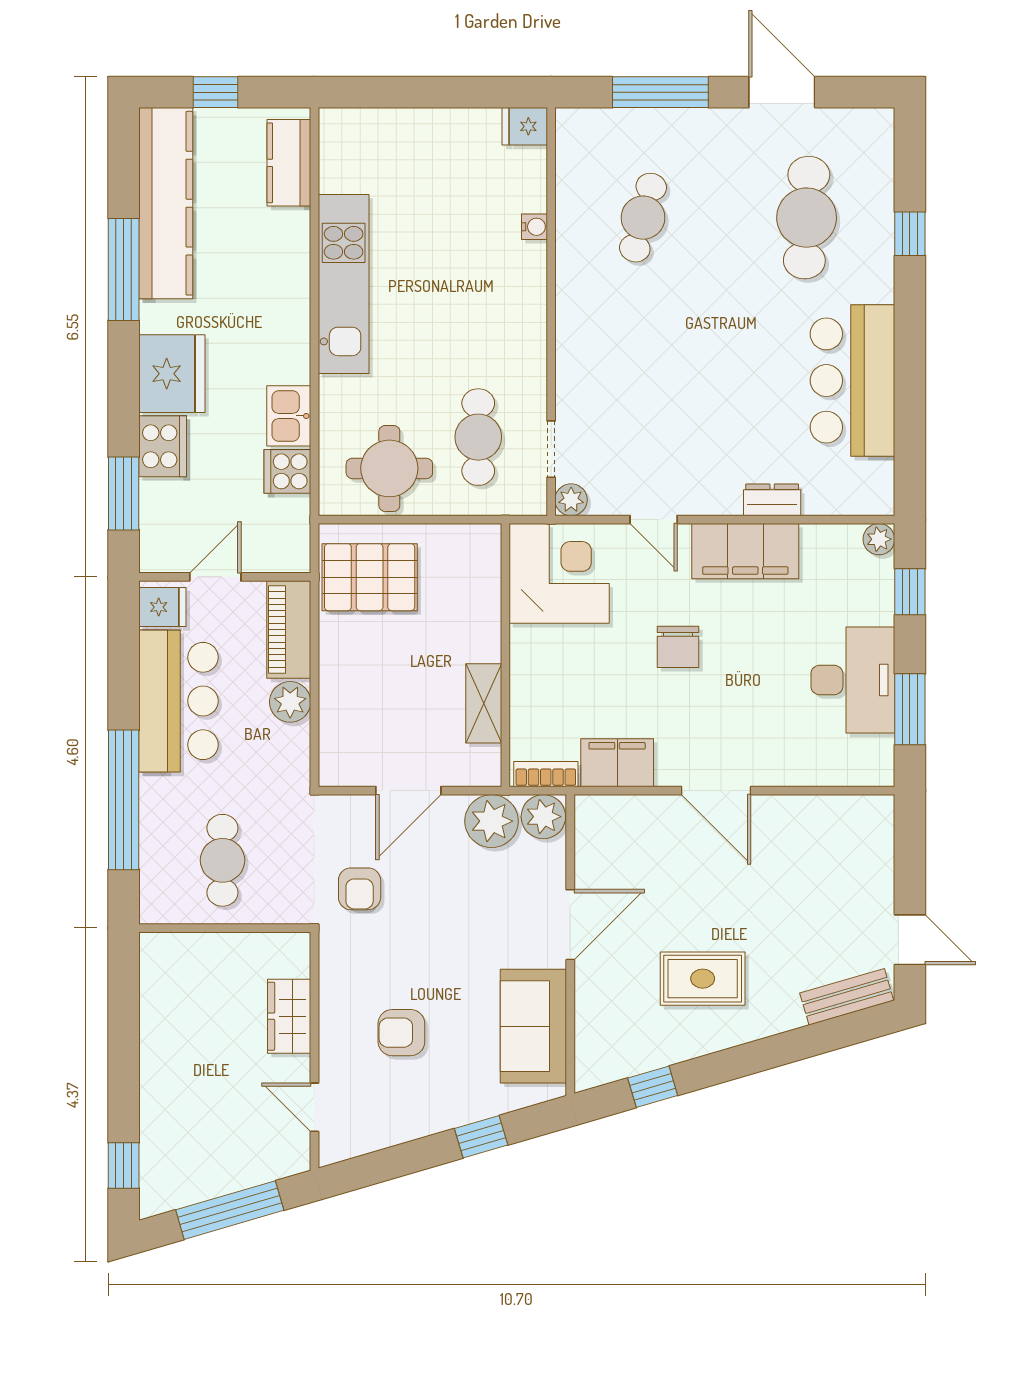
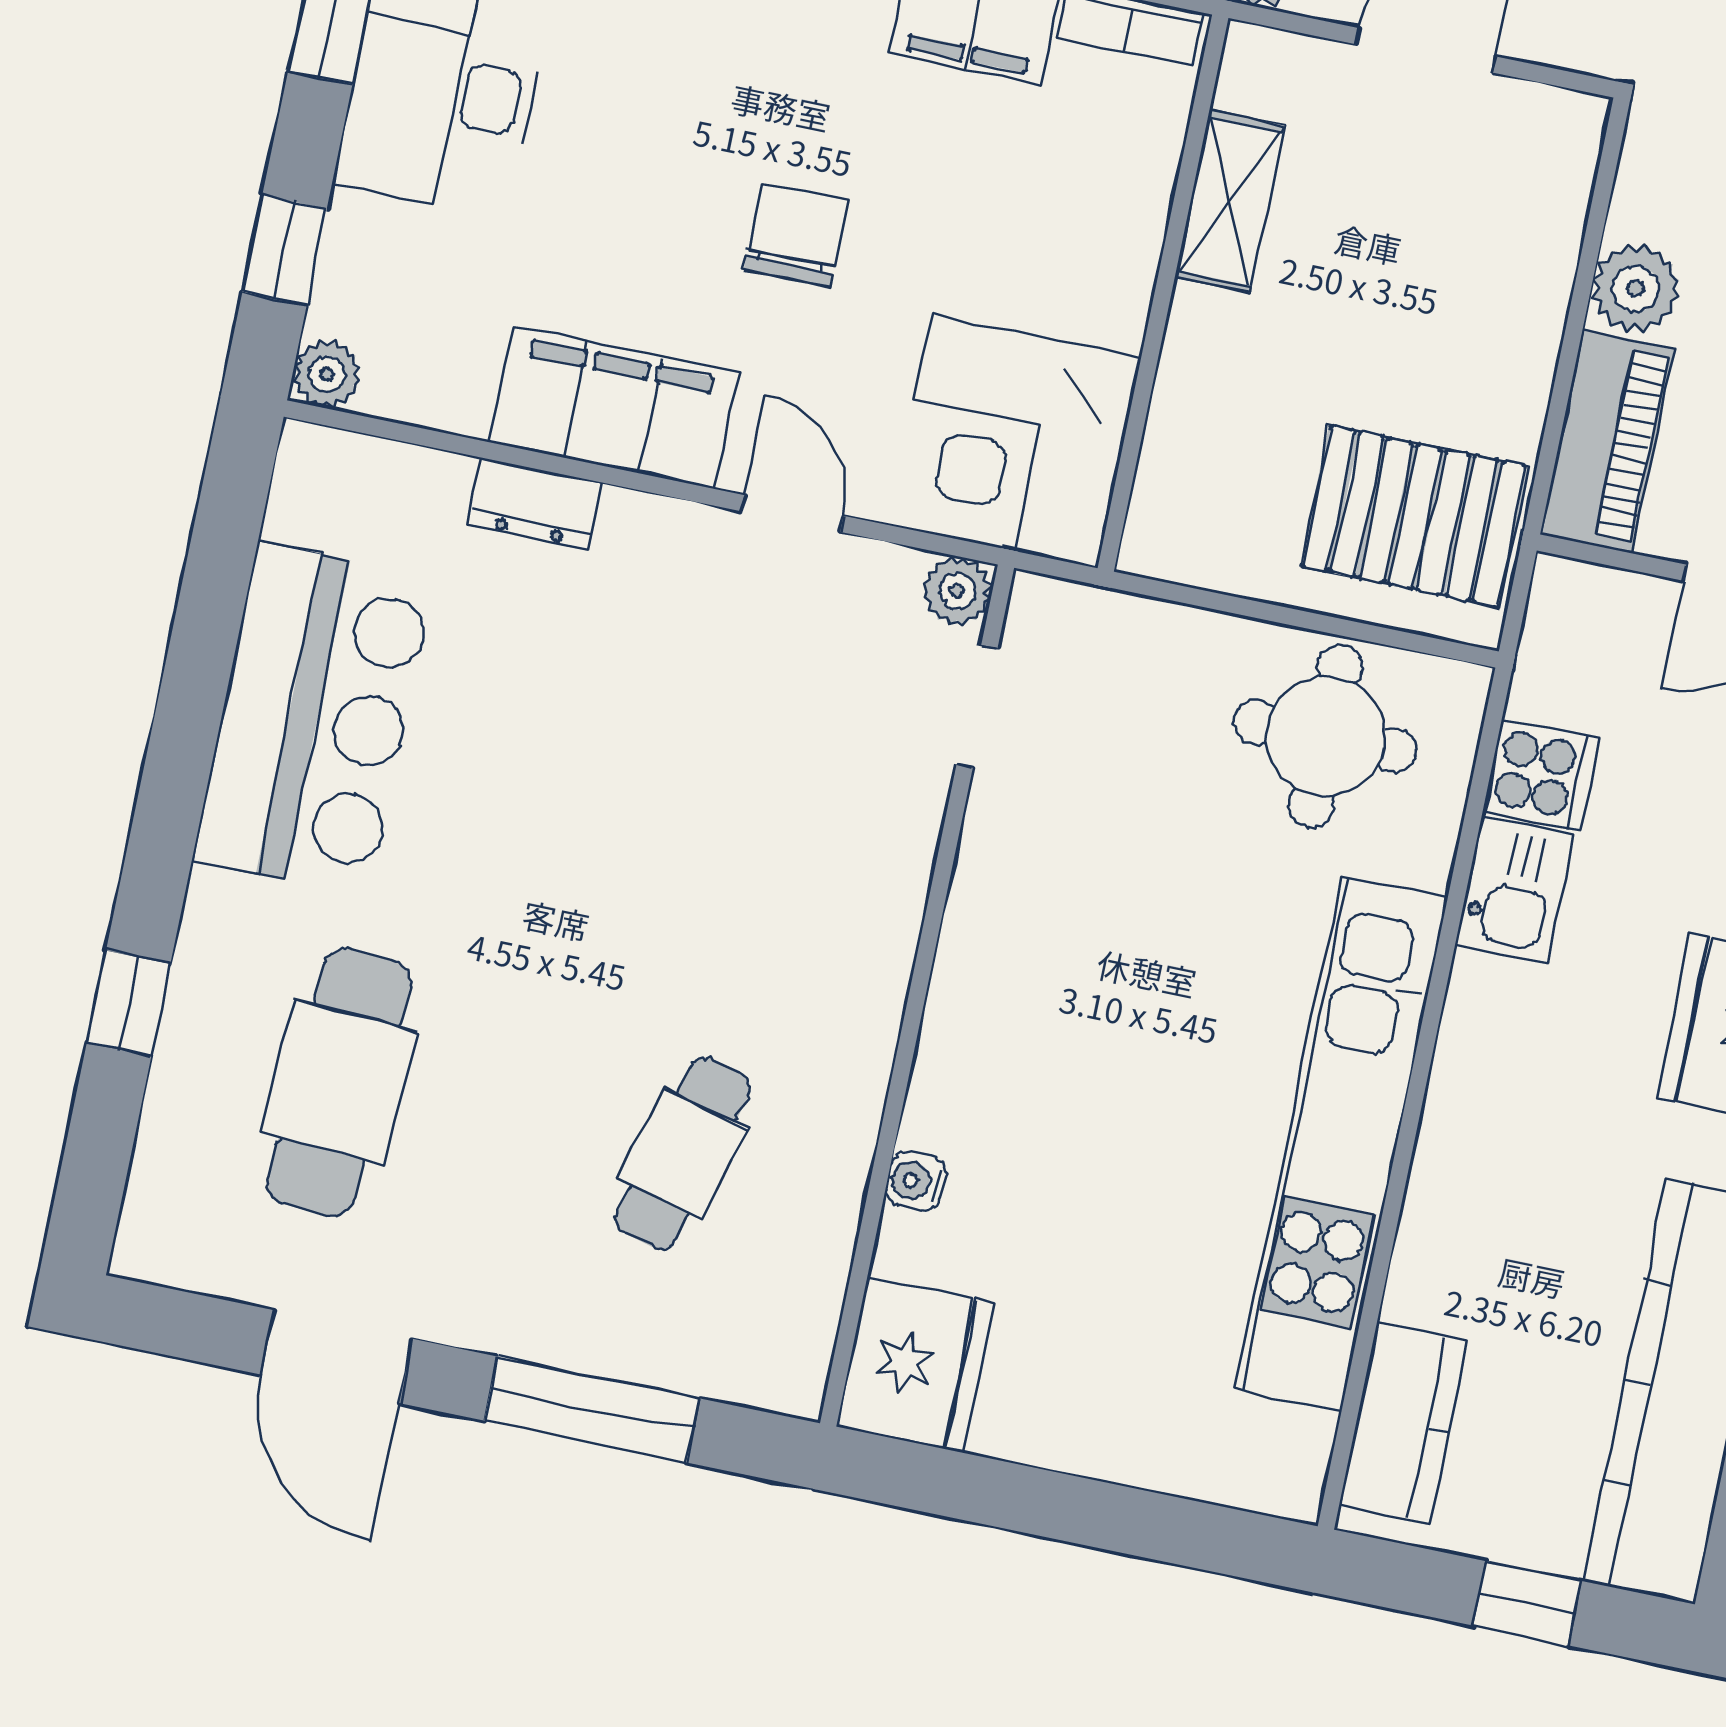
fridge: (525, 126) -> (915, 1365), width x1.88, depth x1.34
kitchen unit: (344, 284) -> (1342, 1144), width x1.36
cafe table: (478, 437) -> (1125, 763), removed

